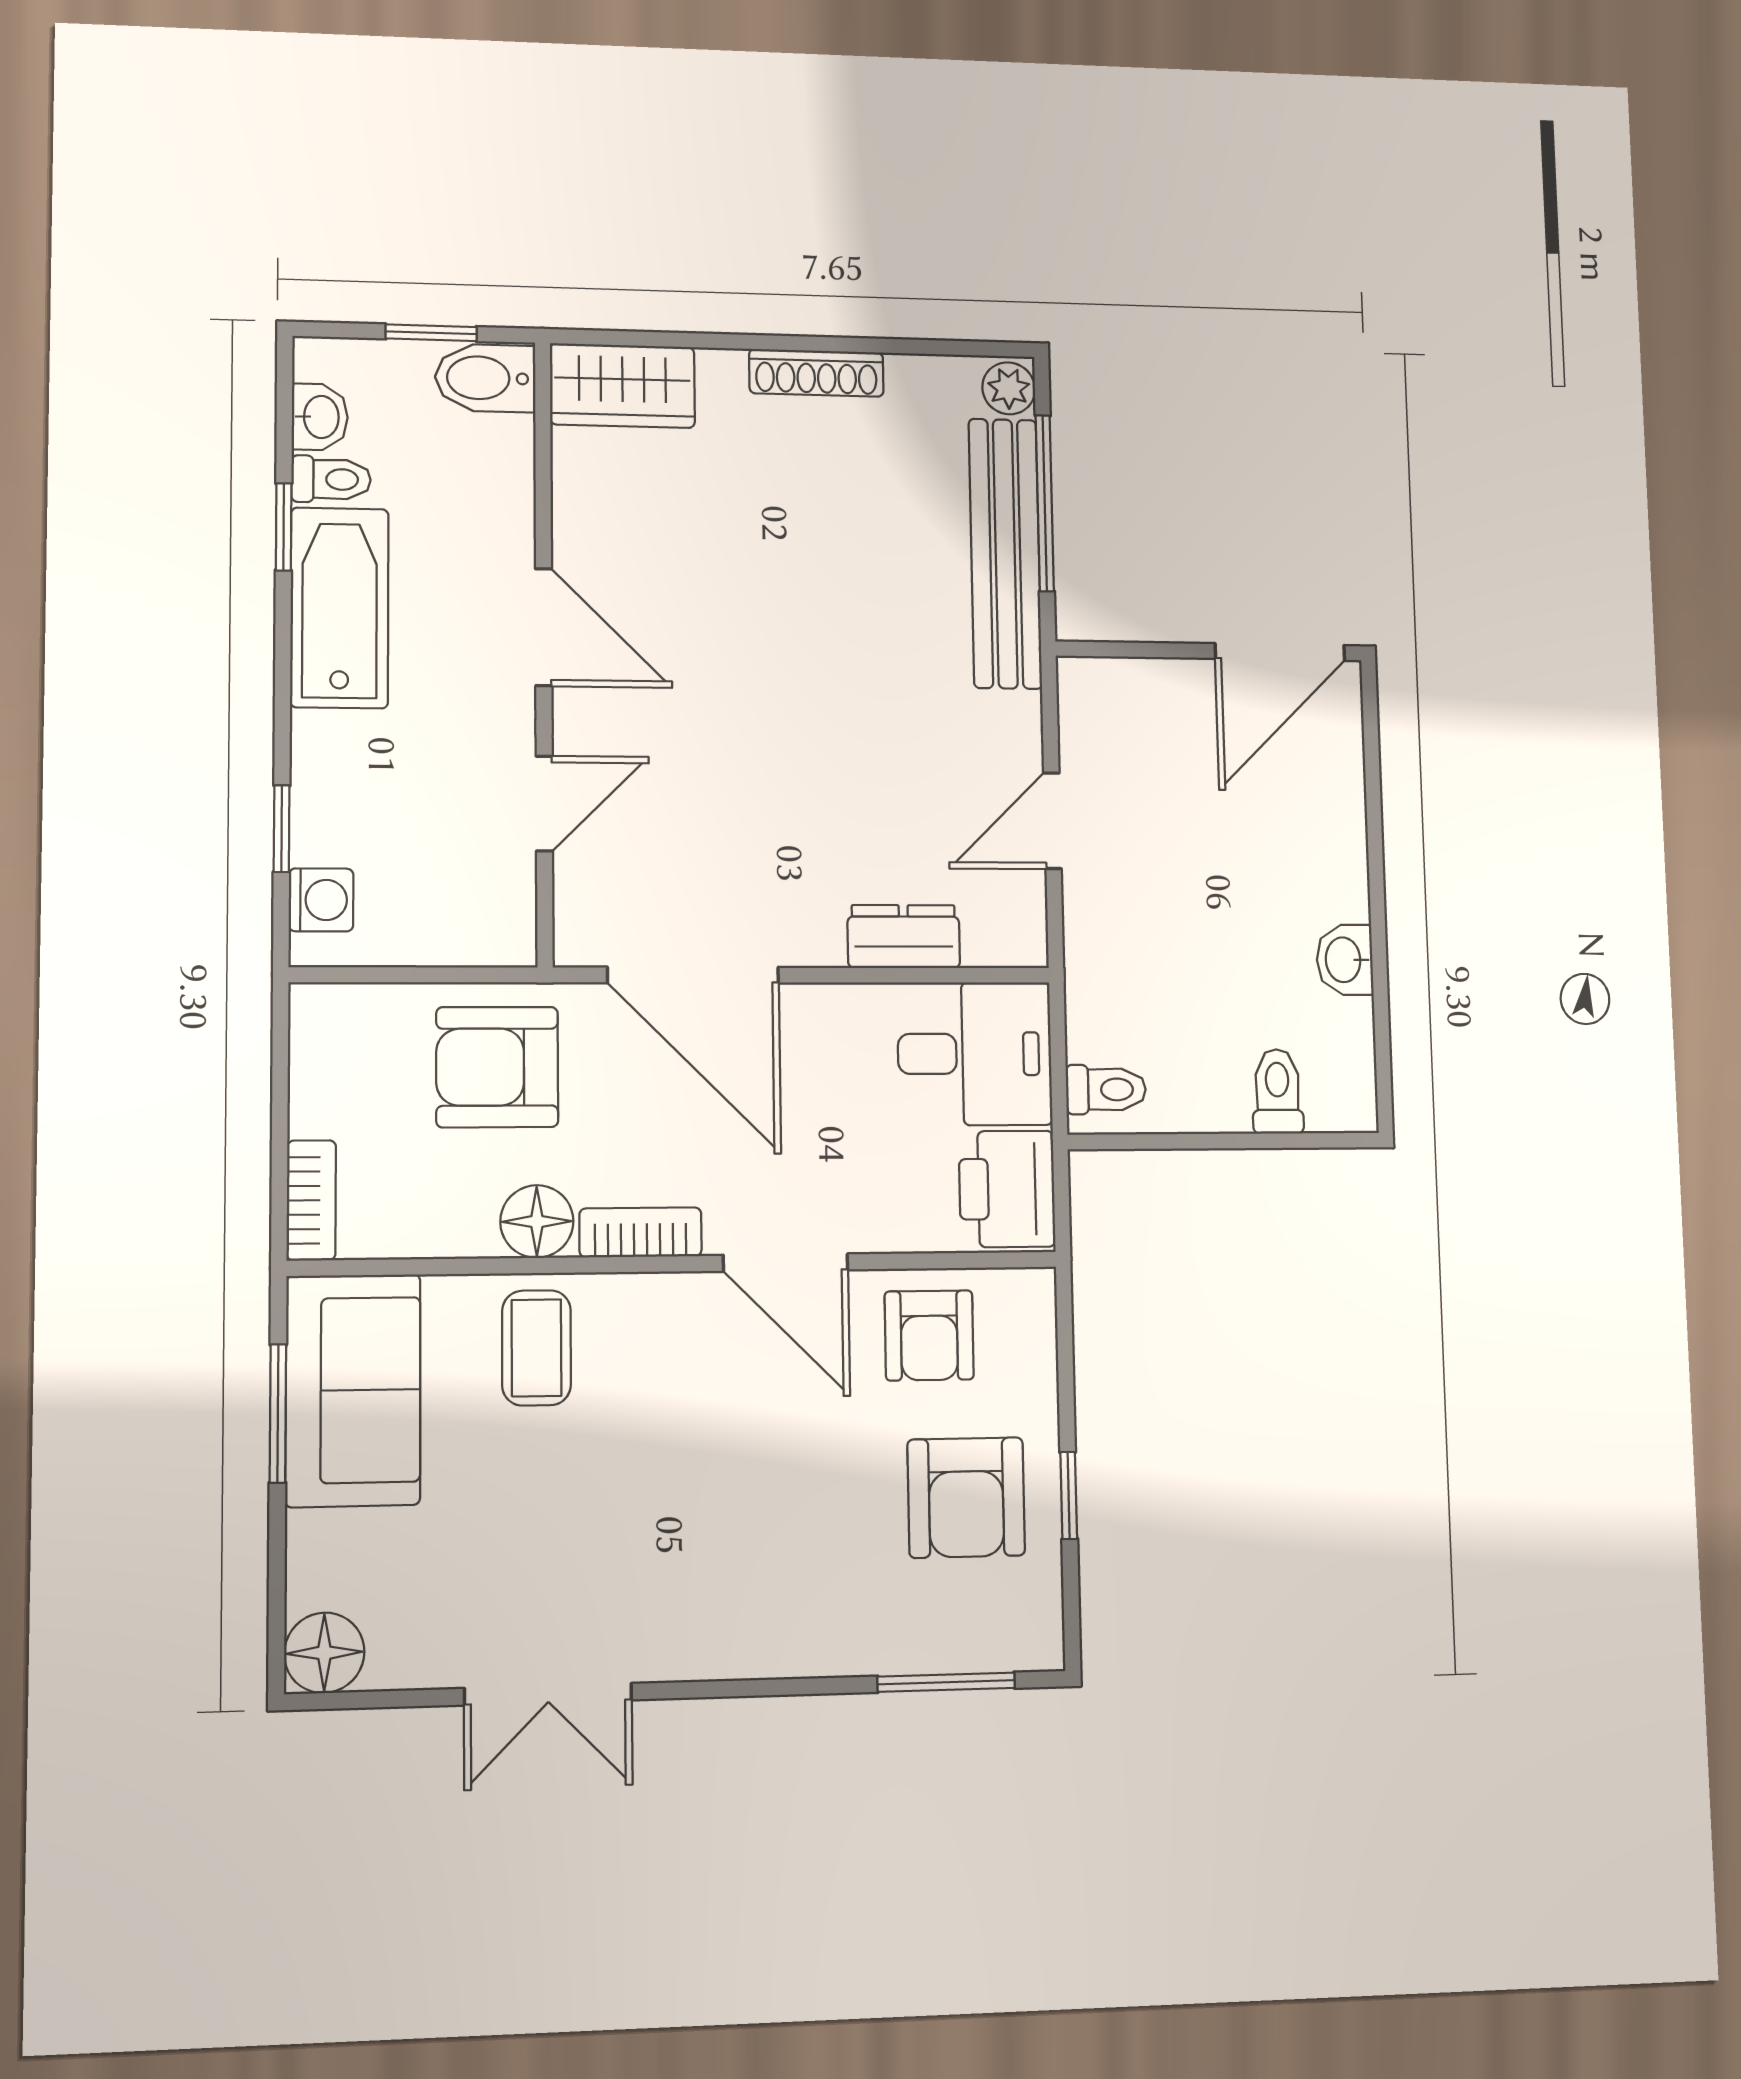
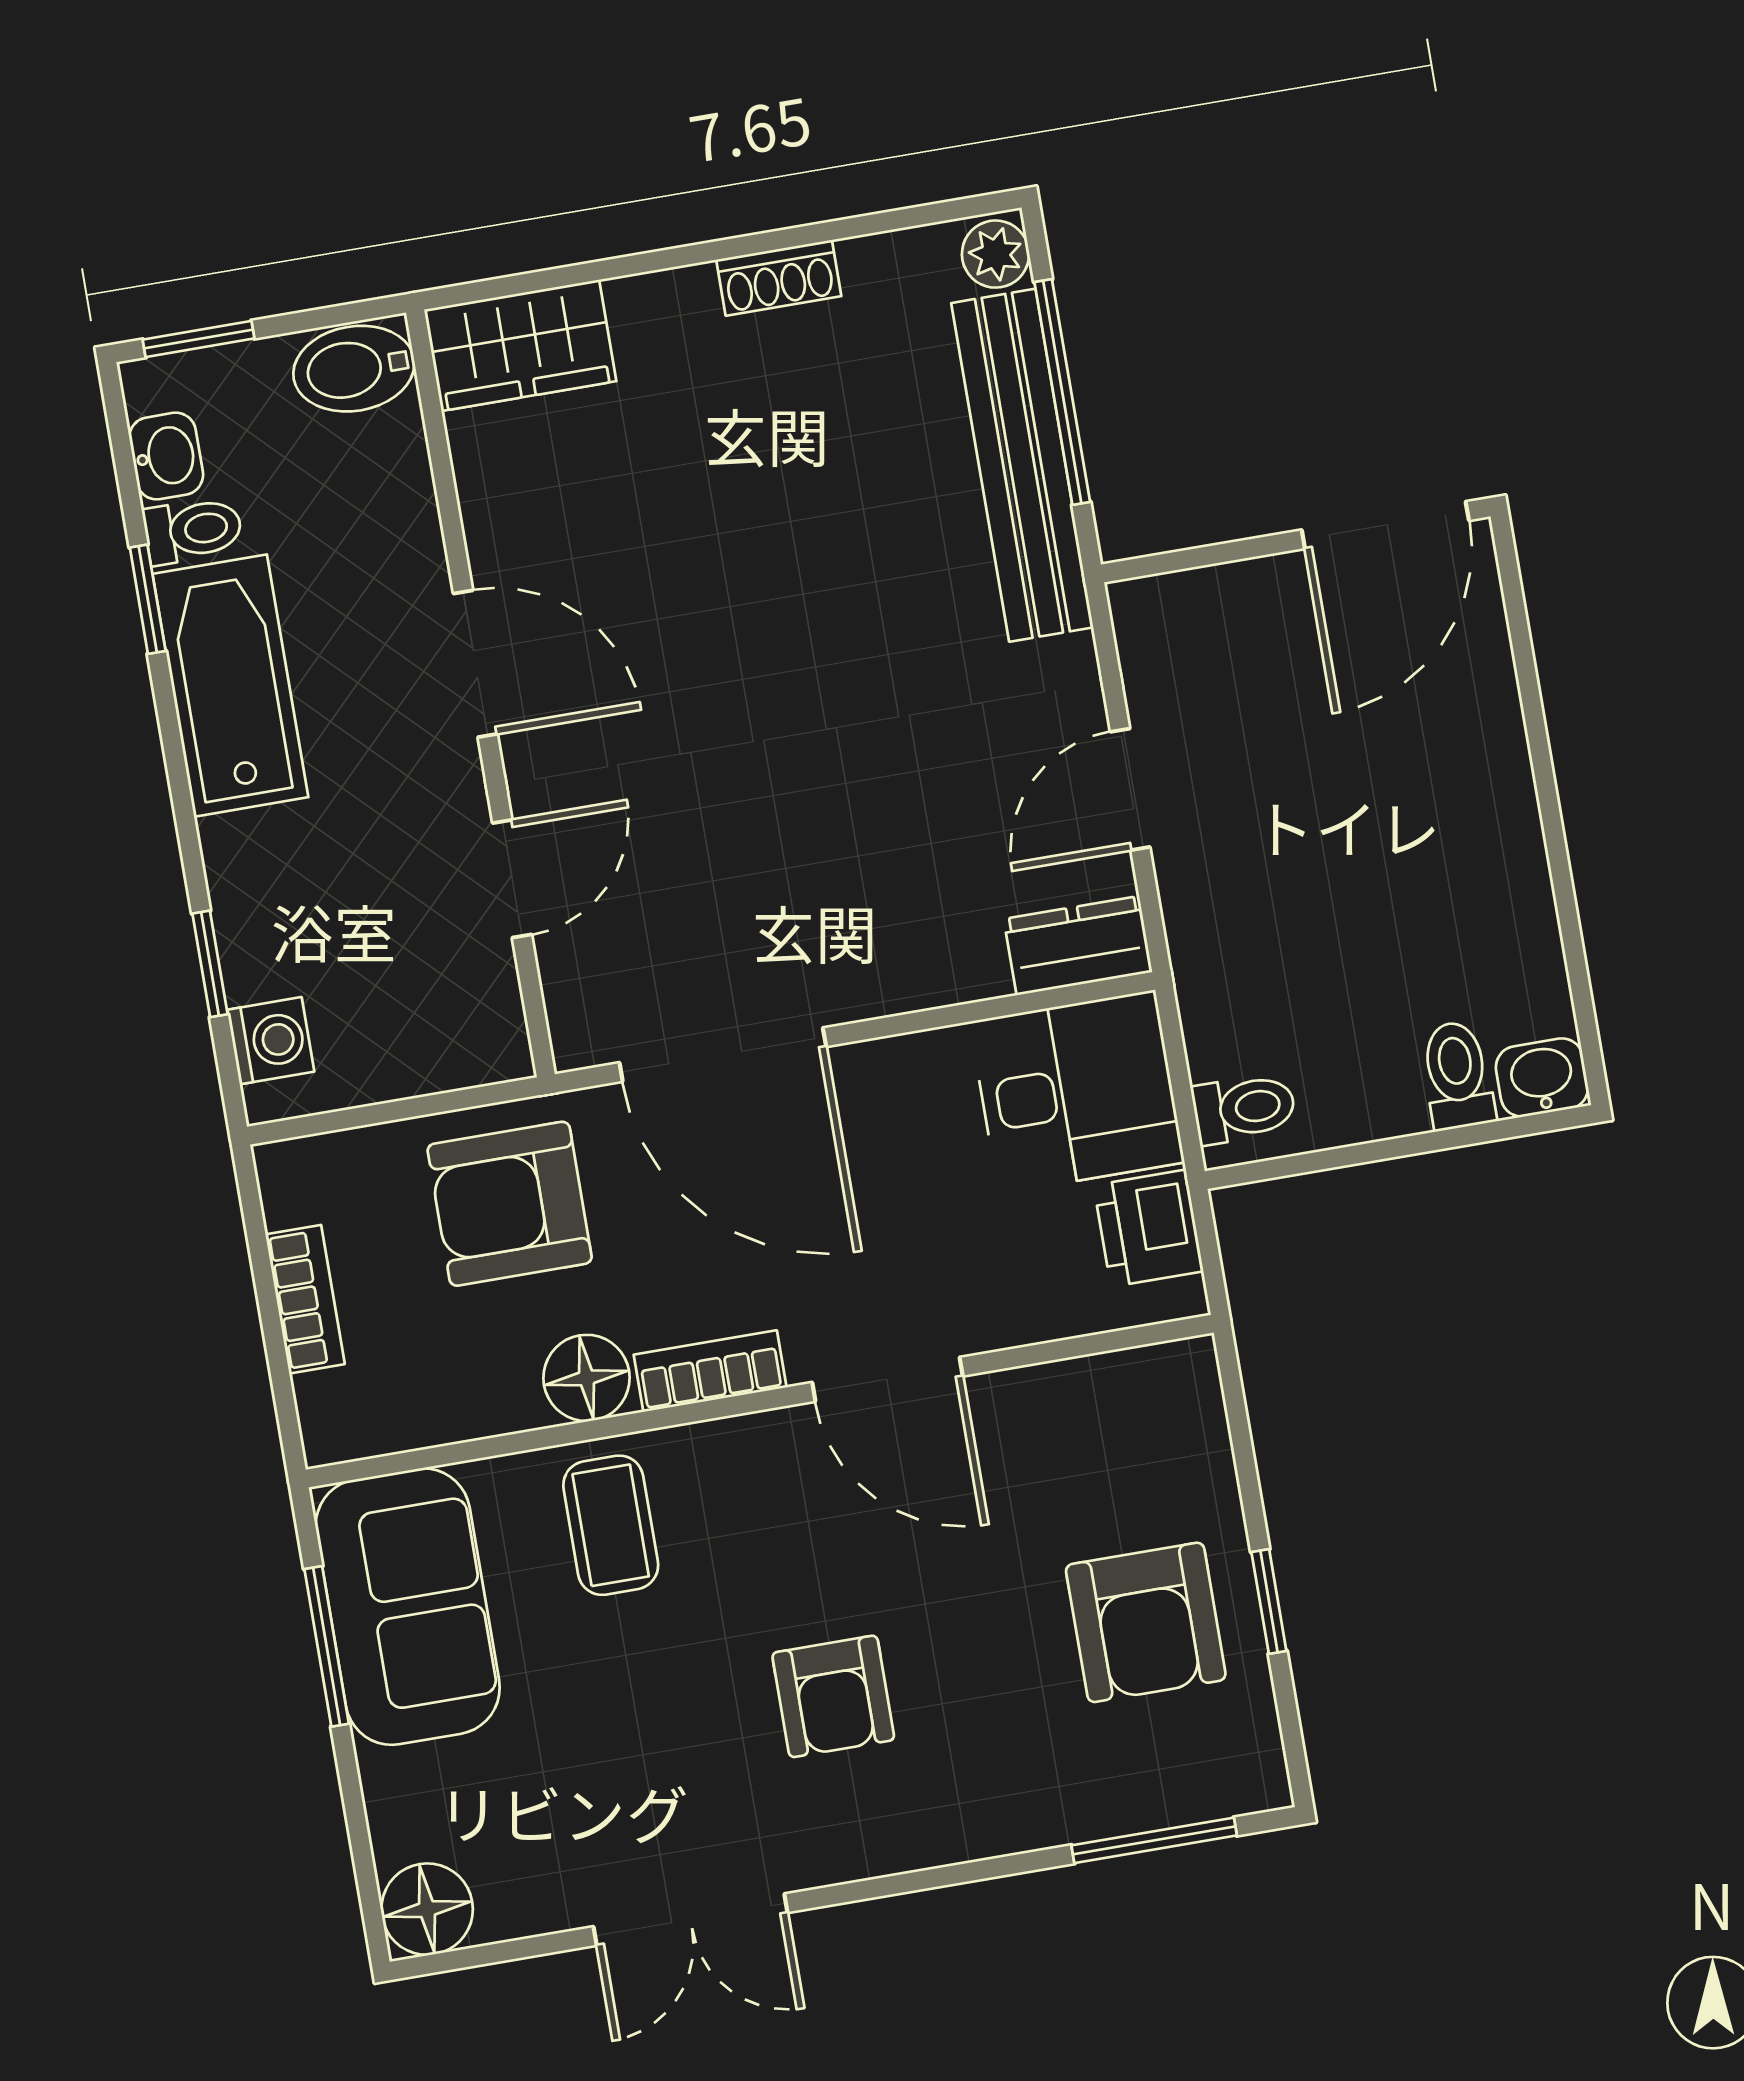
window: (431, 333) -> (198, 339), moved
shoe rack: (816, 373) -> (779, 278), width x0.70
dresser: (904, 937) -> (1078, 946), moved
washbasin: (1345, 960) -> (1542, 1078), moved, turned 90
printer: (1007, 1189) -> (1148, 1228), width x0.73, depth x0.81
bookcase: (311, 1200) -> (305, 1299), moved
armchair: (929, 1335) -> (833, 1696), moved

